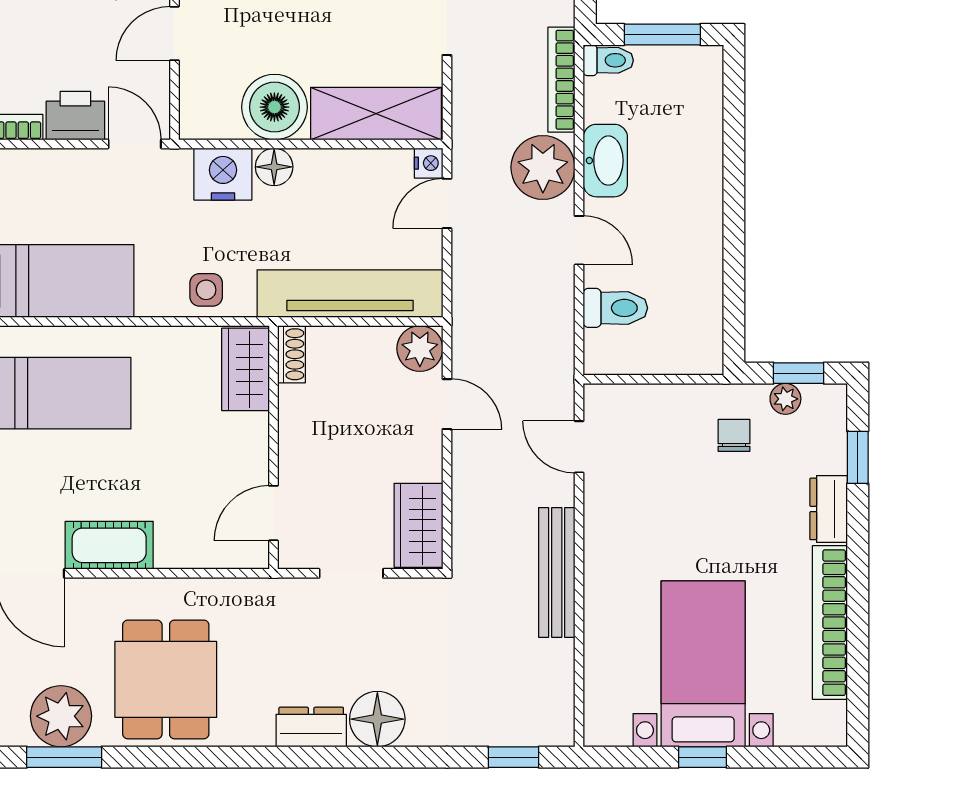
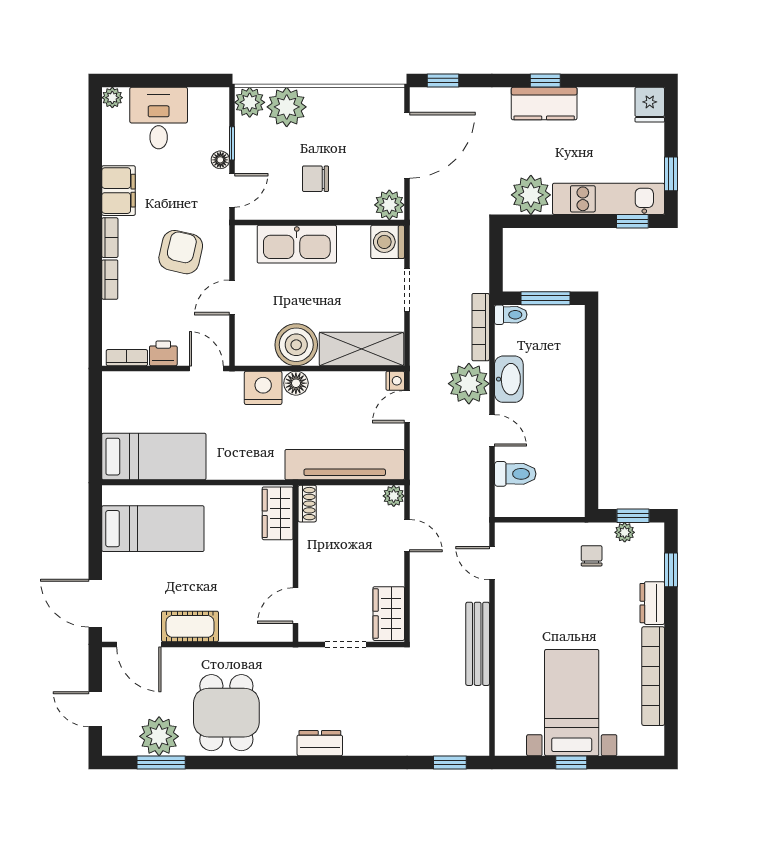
printer: (75, 116) -> (163, 353), width x0.73, depth x0.81
side table: (206, 290) -> (252, 462), removed
plant: (420, 349) -> (394, 496), width x0.73, depth x0.73
floor lamp: (377, 719) -> (362, 738), removed

